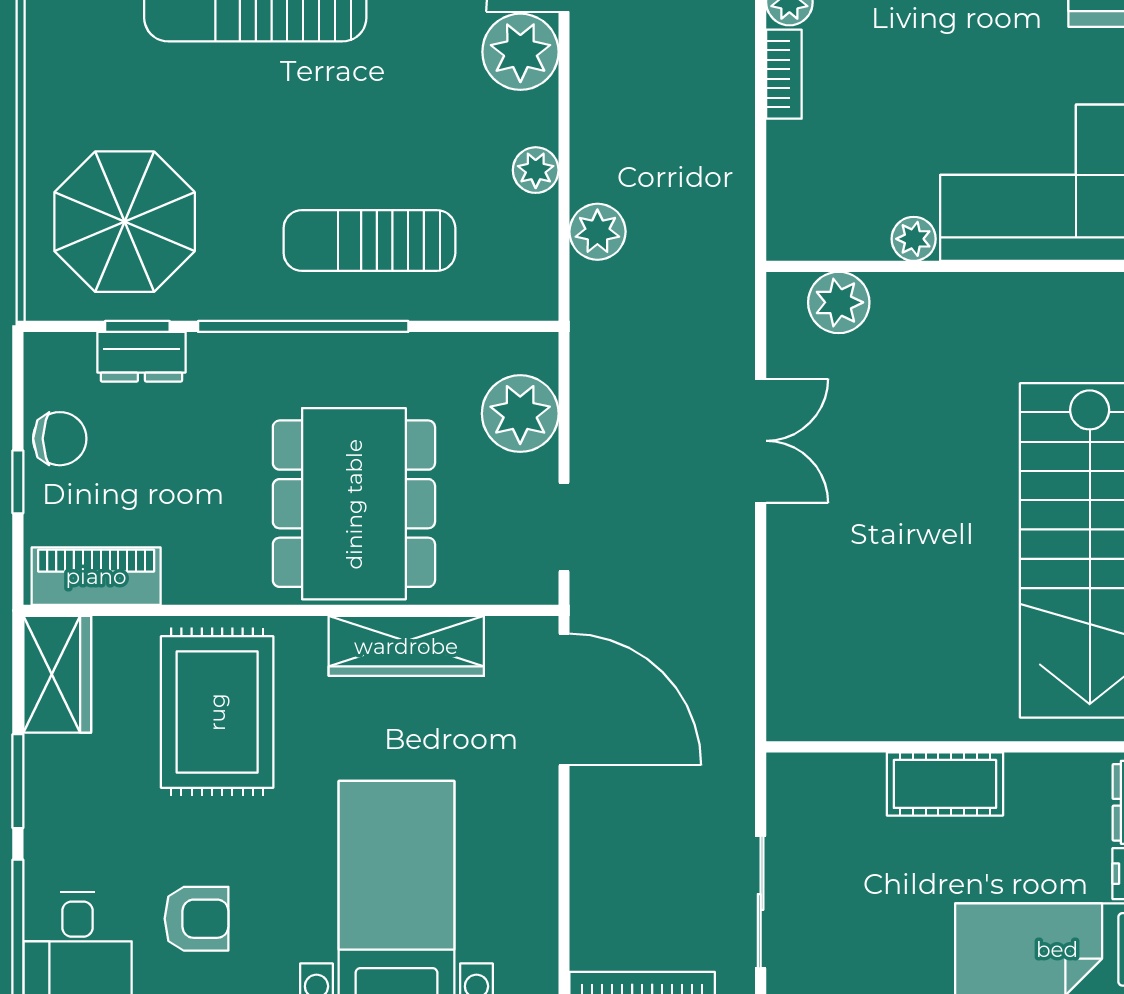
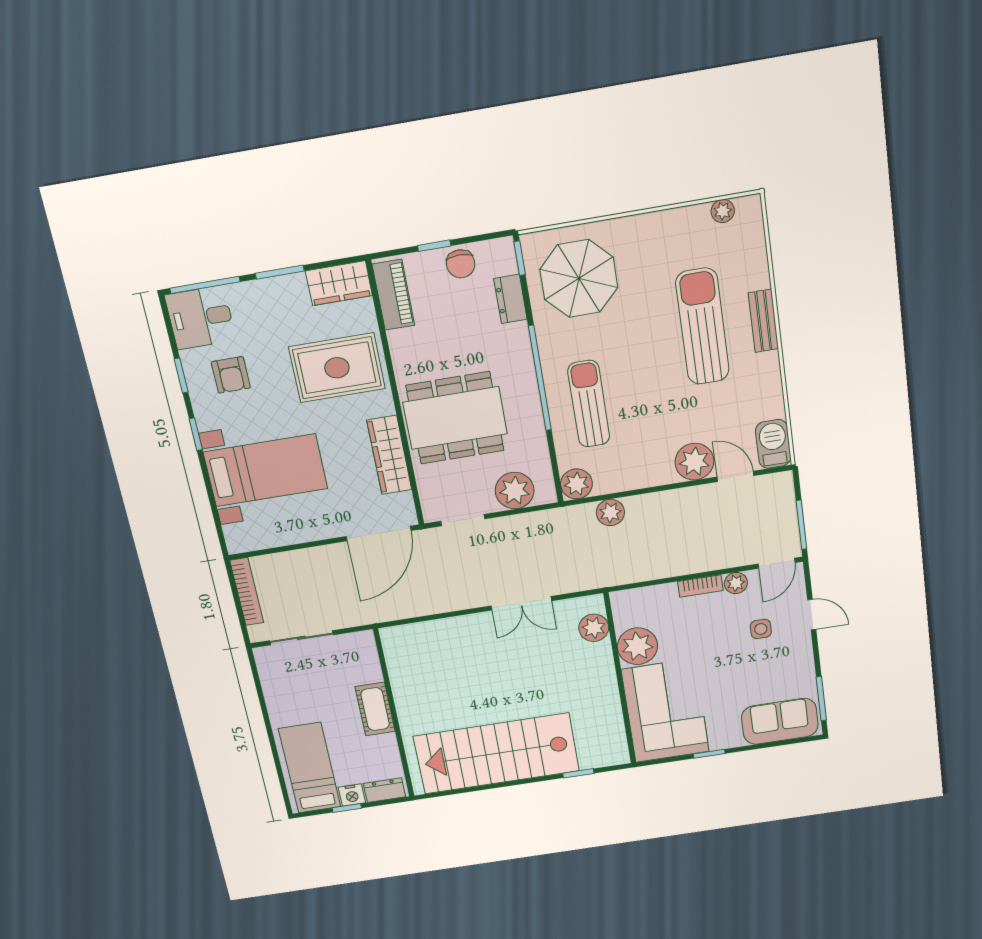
plant: (536, 170) -> (576, 484), moved, width x1.38, depth x1.38
plant: (914, 239) -> (637, 646), width x1.88, depth x1.88
window: (137, 326) -> (520, 258), moved

